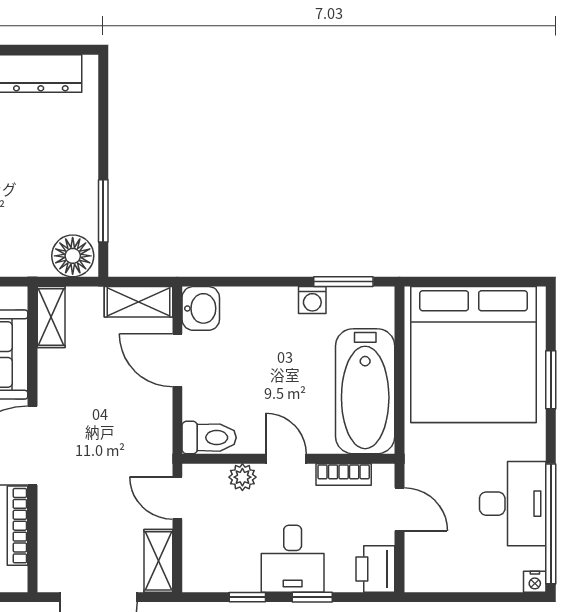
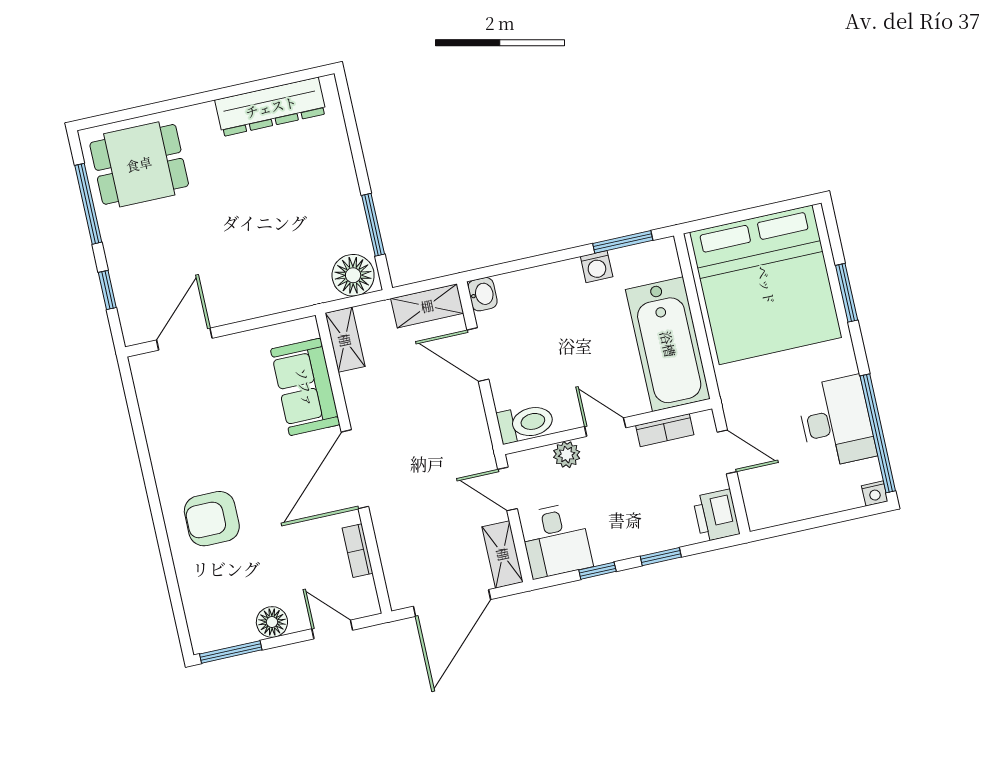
washbasin: (201, 308) -> (483, 294), width x0.72, depth x0.69
bookcase: (17, 526) -> (357, 551), width x0.64
desk: (293, 559) -> (556, 540), moved

